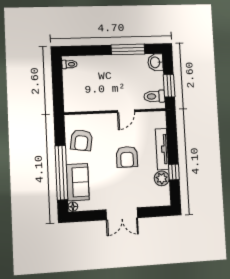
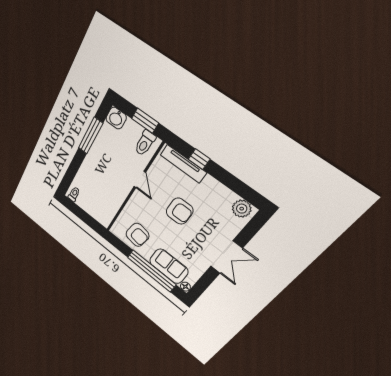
tv unit: (162, 149) -> (183, 164), moved
window: (174, 172) -> (199, 159), moved
plant: (162, 178) -> (242, 209), moved

